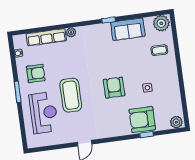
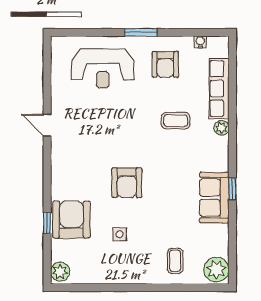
sofa: (128, 29) -> (214, 198), moved
armchair: (114, 88) -> (127, 183), turned 90
coffee table: (71, 95) -> (176, 121), moved, width x0.54, depth x0.58

